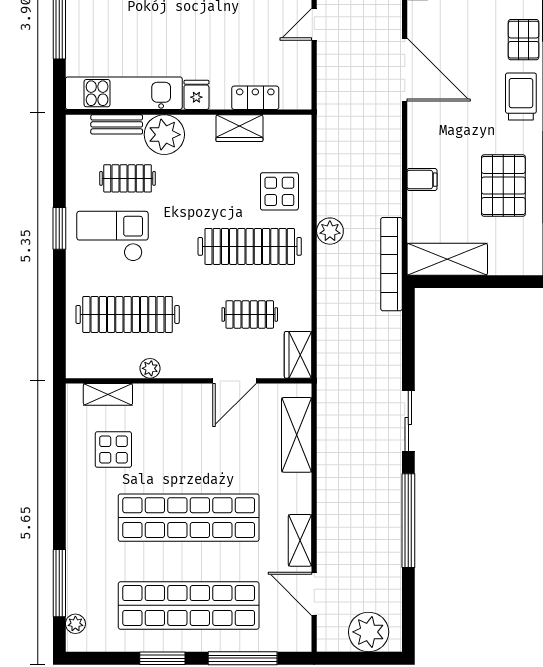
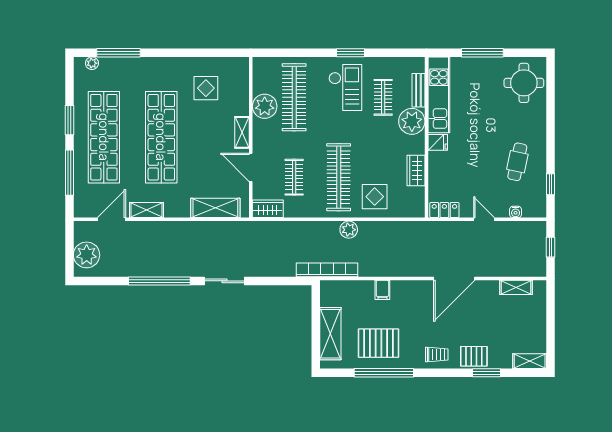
trolley: (521, 96) -> (437, 355), width x0.73, depth x0.72
locker: (255, 98) -> (444, 210), moved, turned -90
shelving: (447, 259) -> (330, 334), moved
plant: (150, 368) -> (265, 106), width x1.88, depth x1.88
shelving: (108, 394) -> (242, 132), moved

